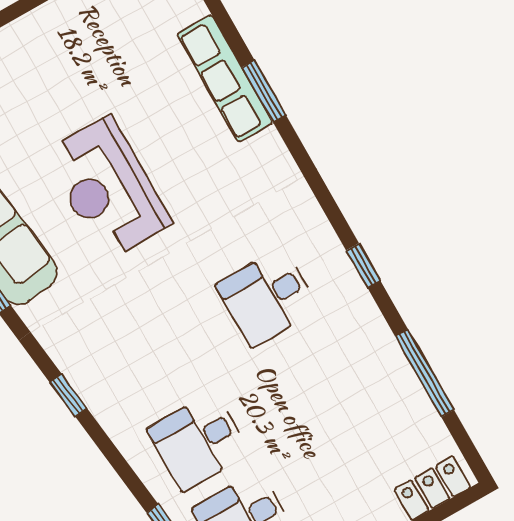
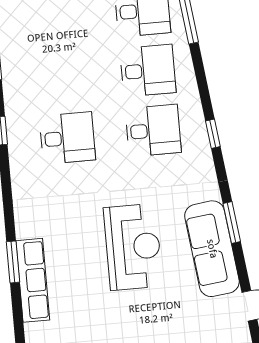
desk: (153, 362) -> (153, 130), added

